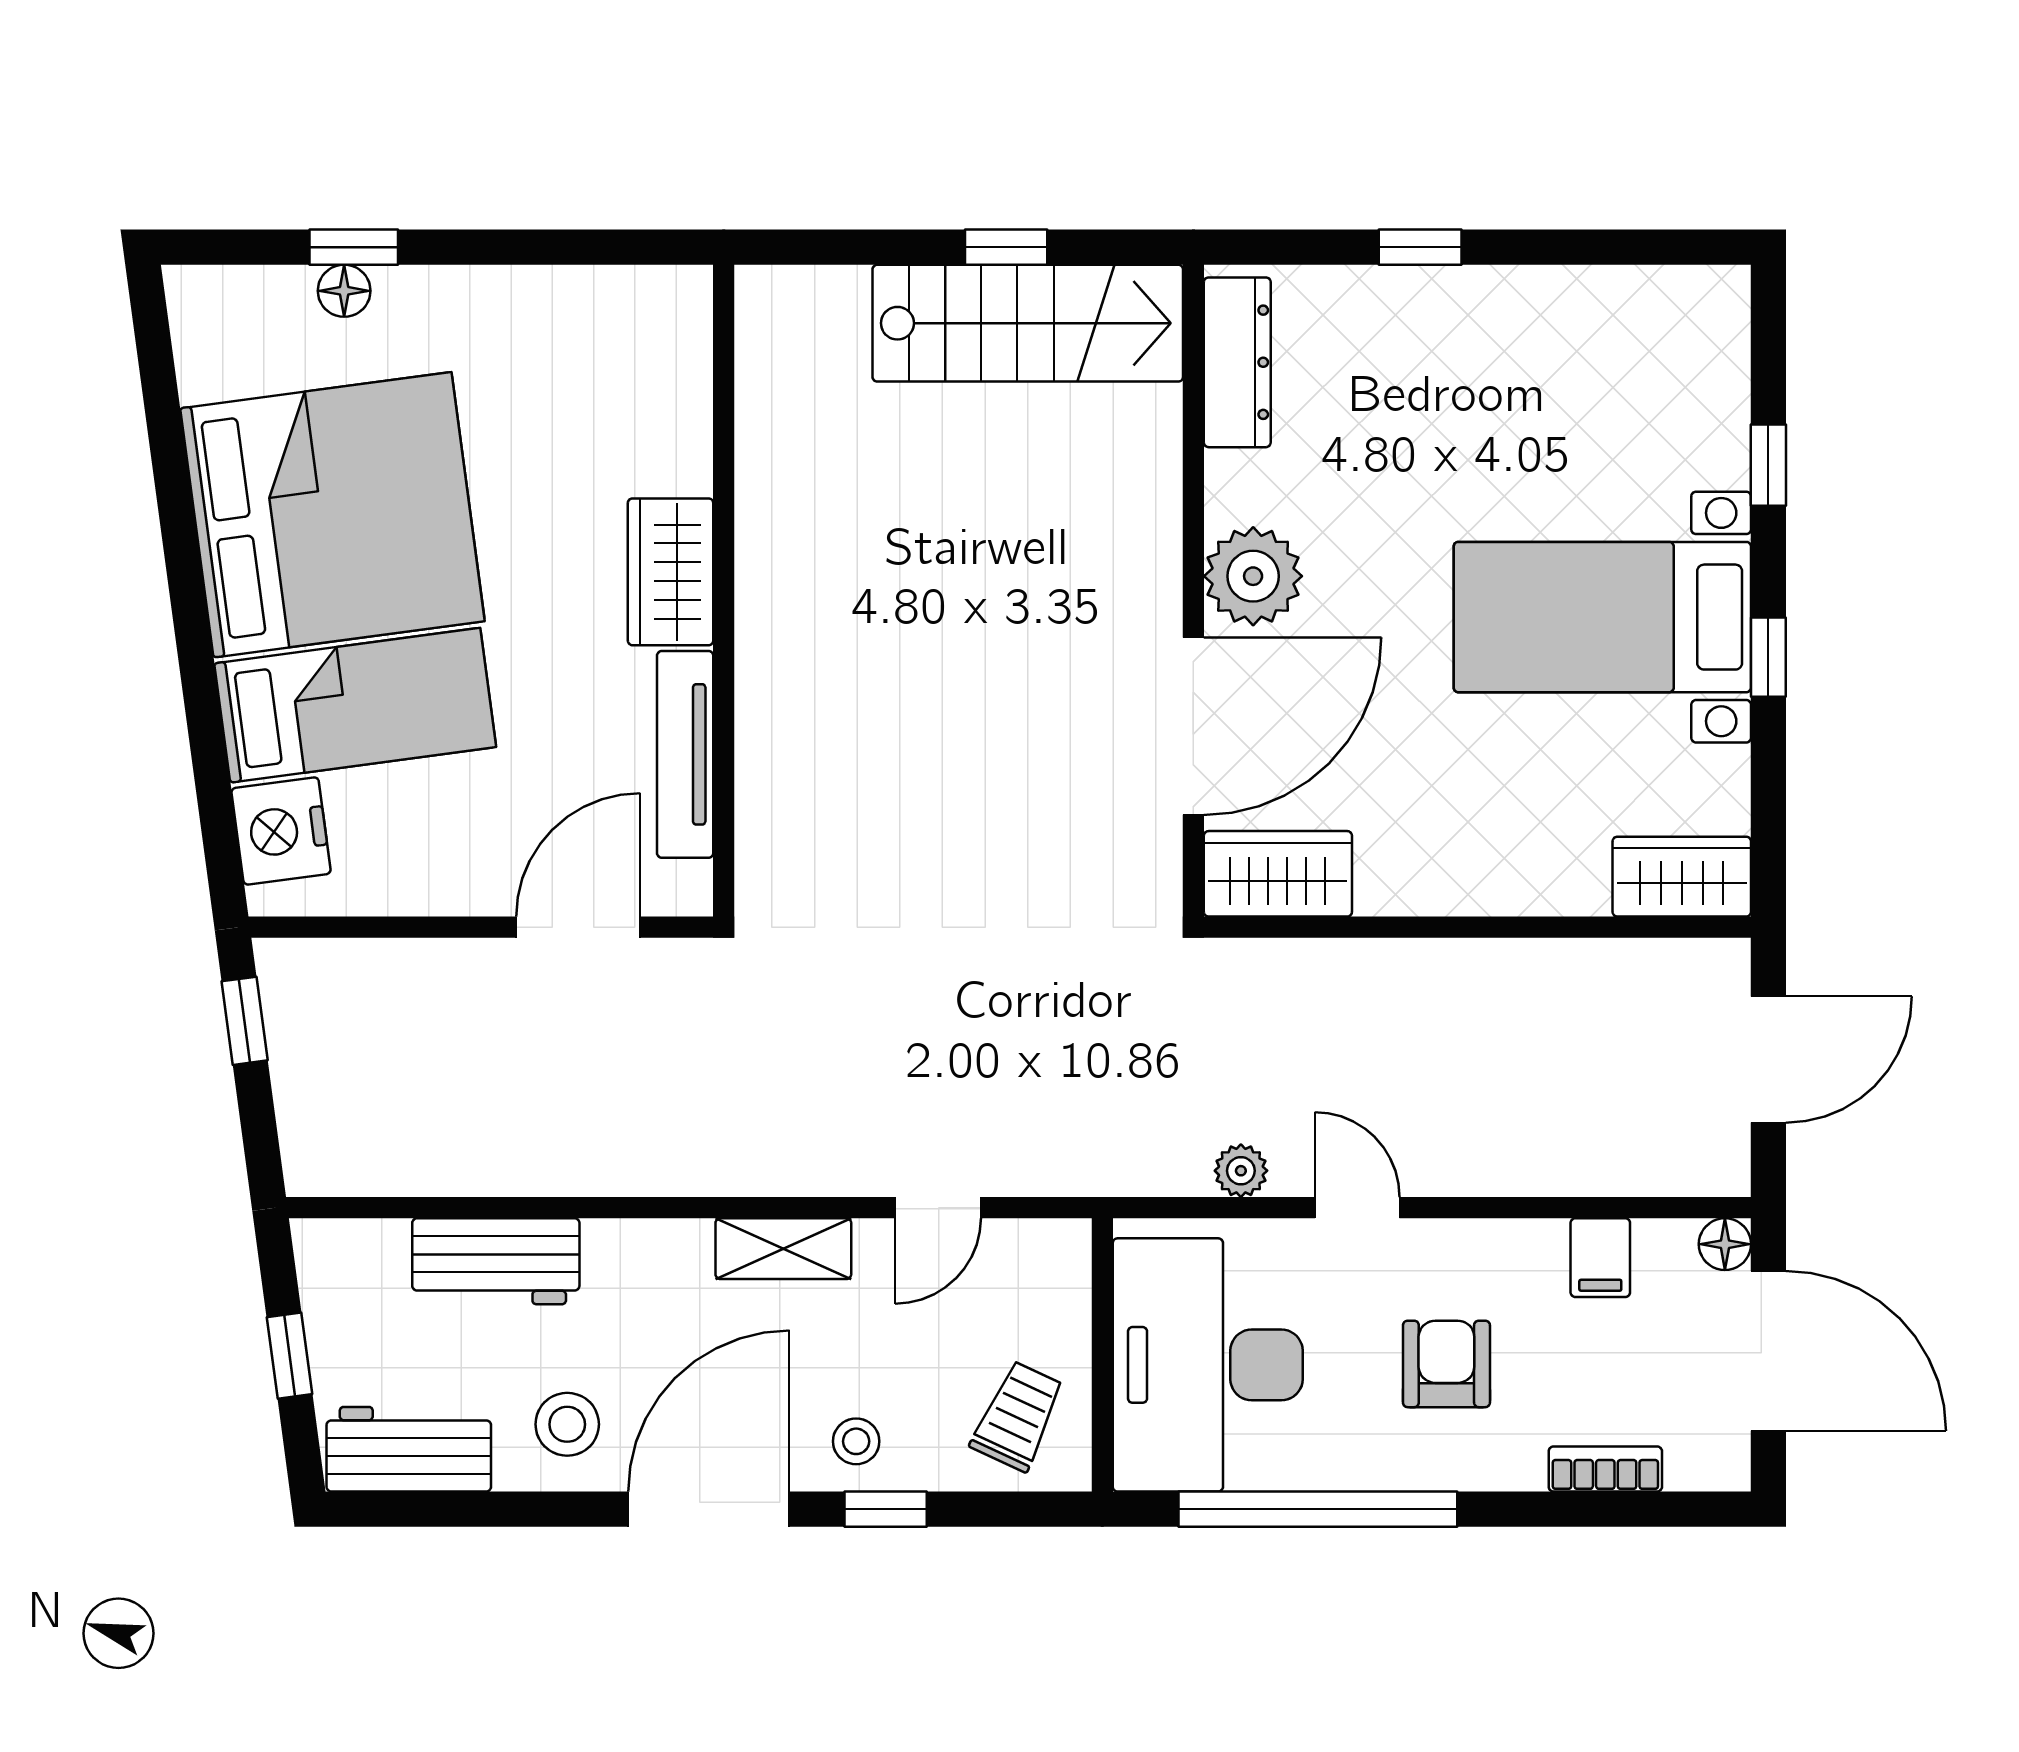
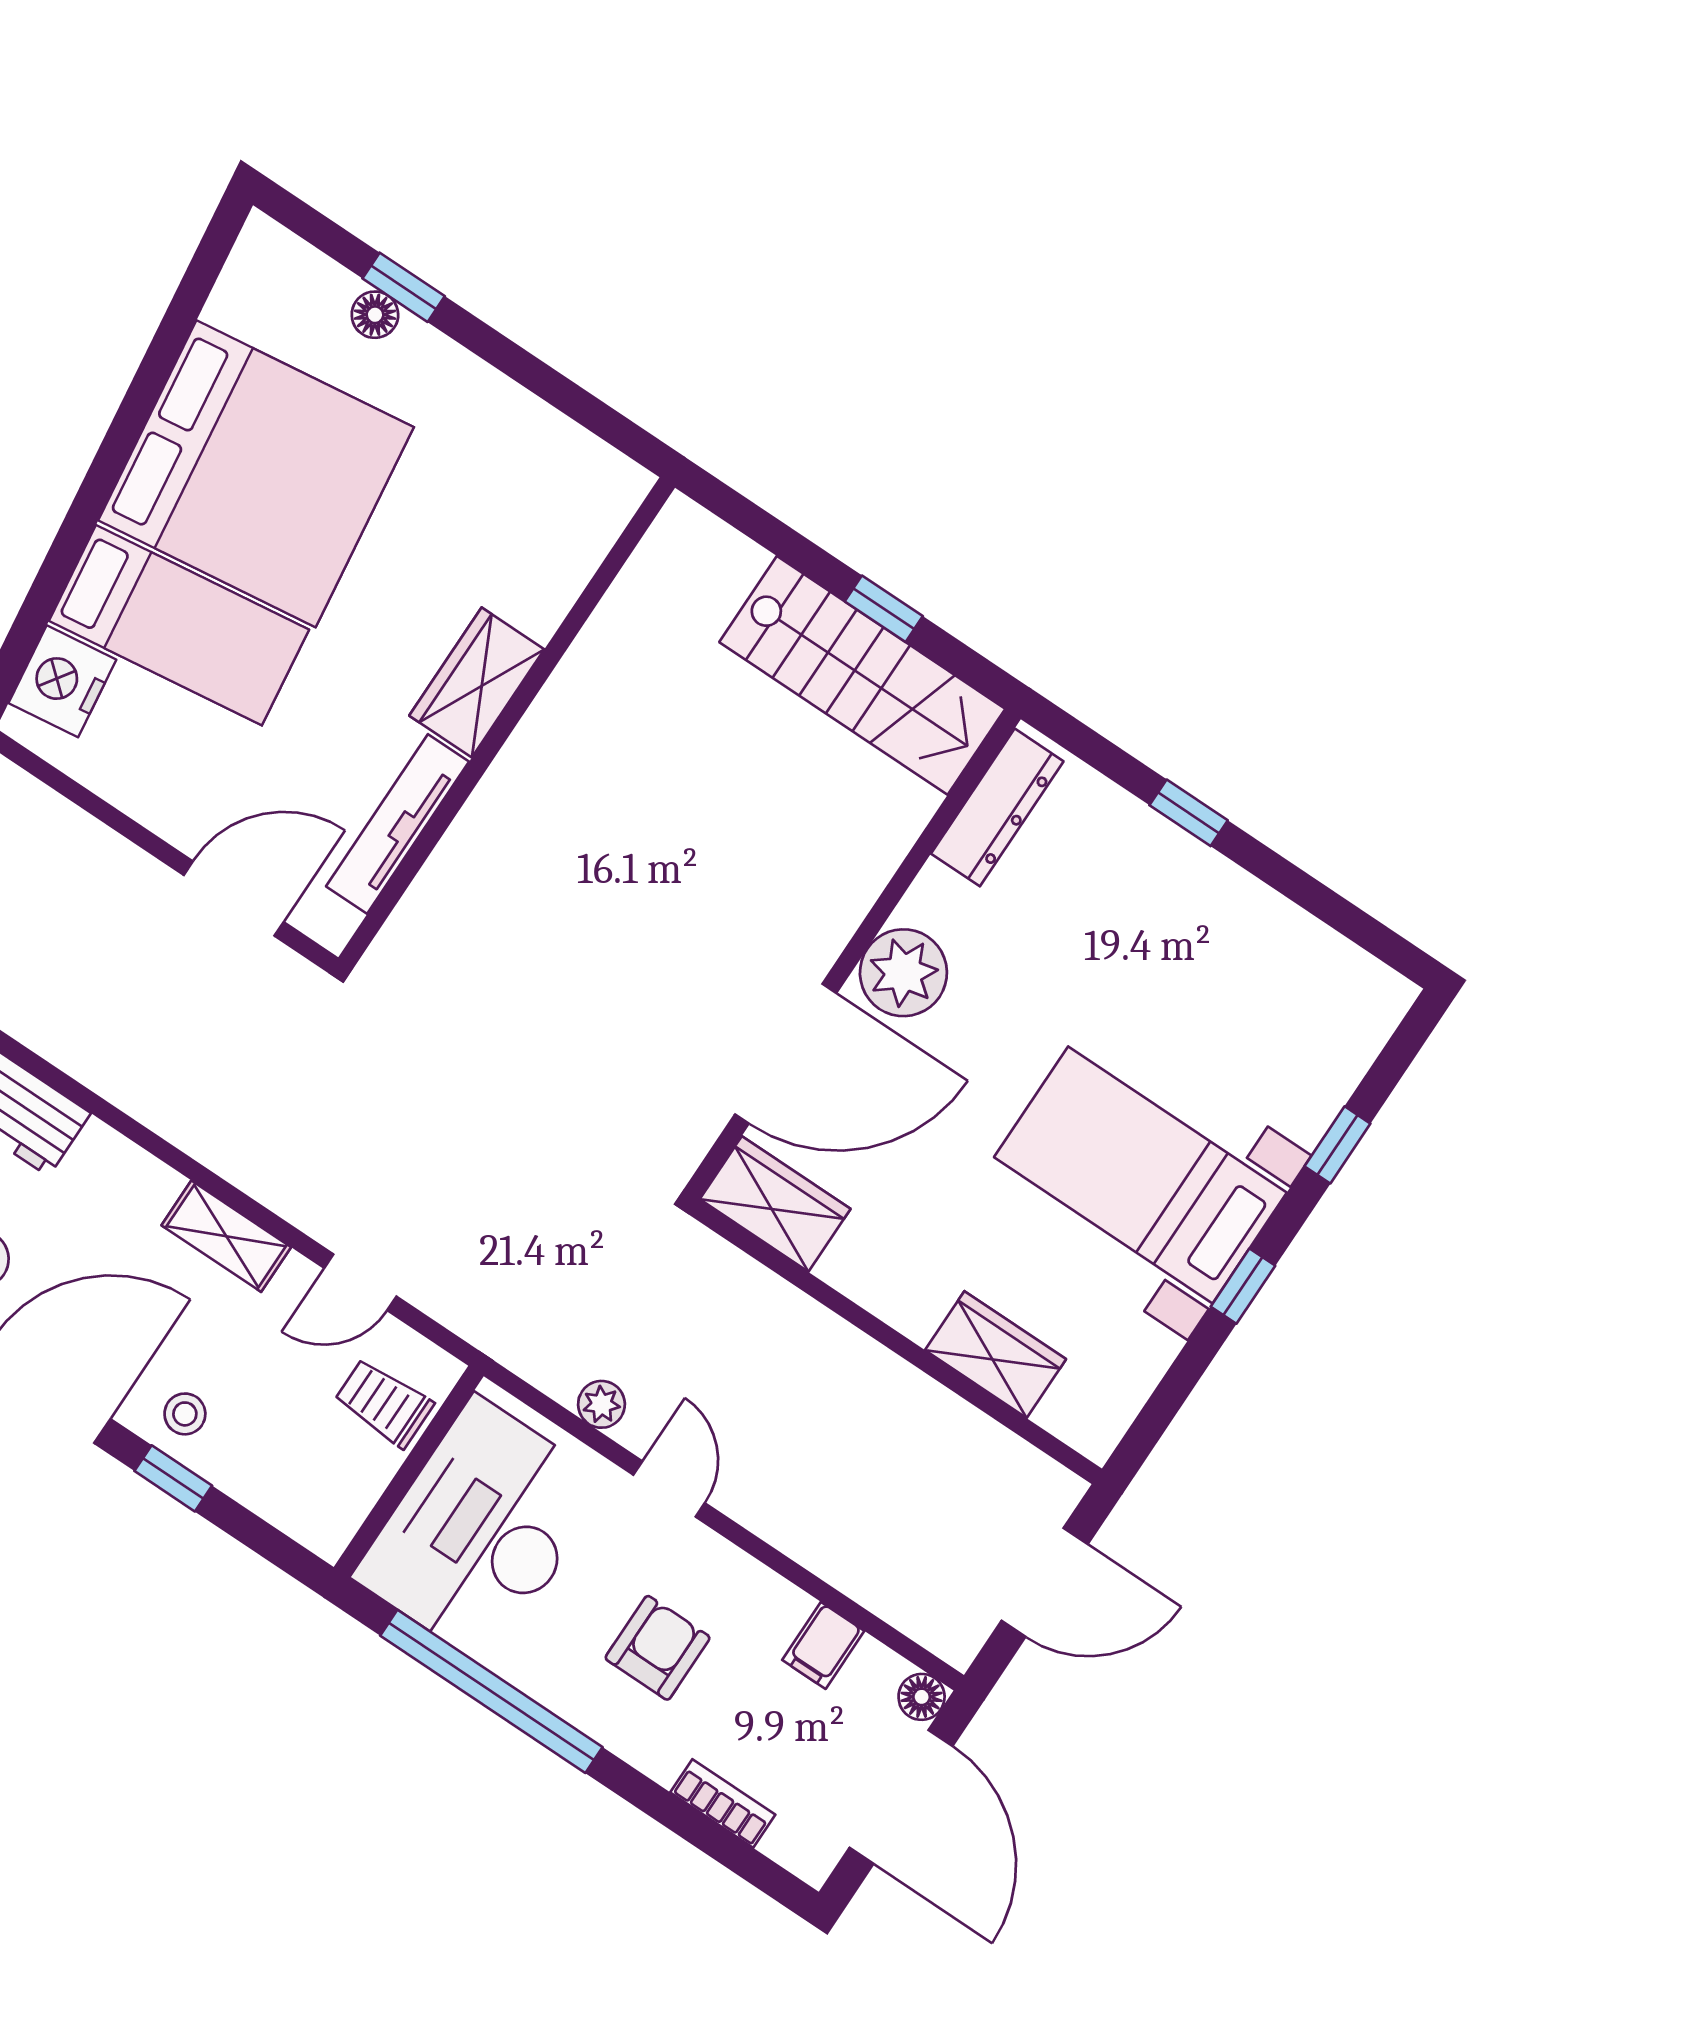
wardrobe: (1682, 877) -> (995, 1355), moved
trolley: (1018, 1416) -> (384, 1403), moved, turned -115

